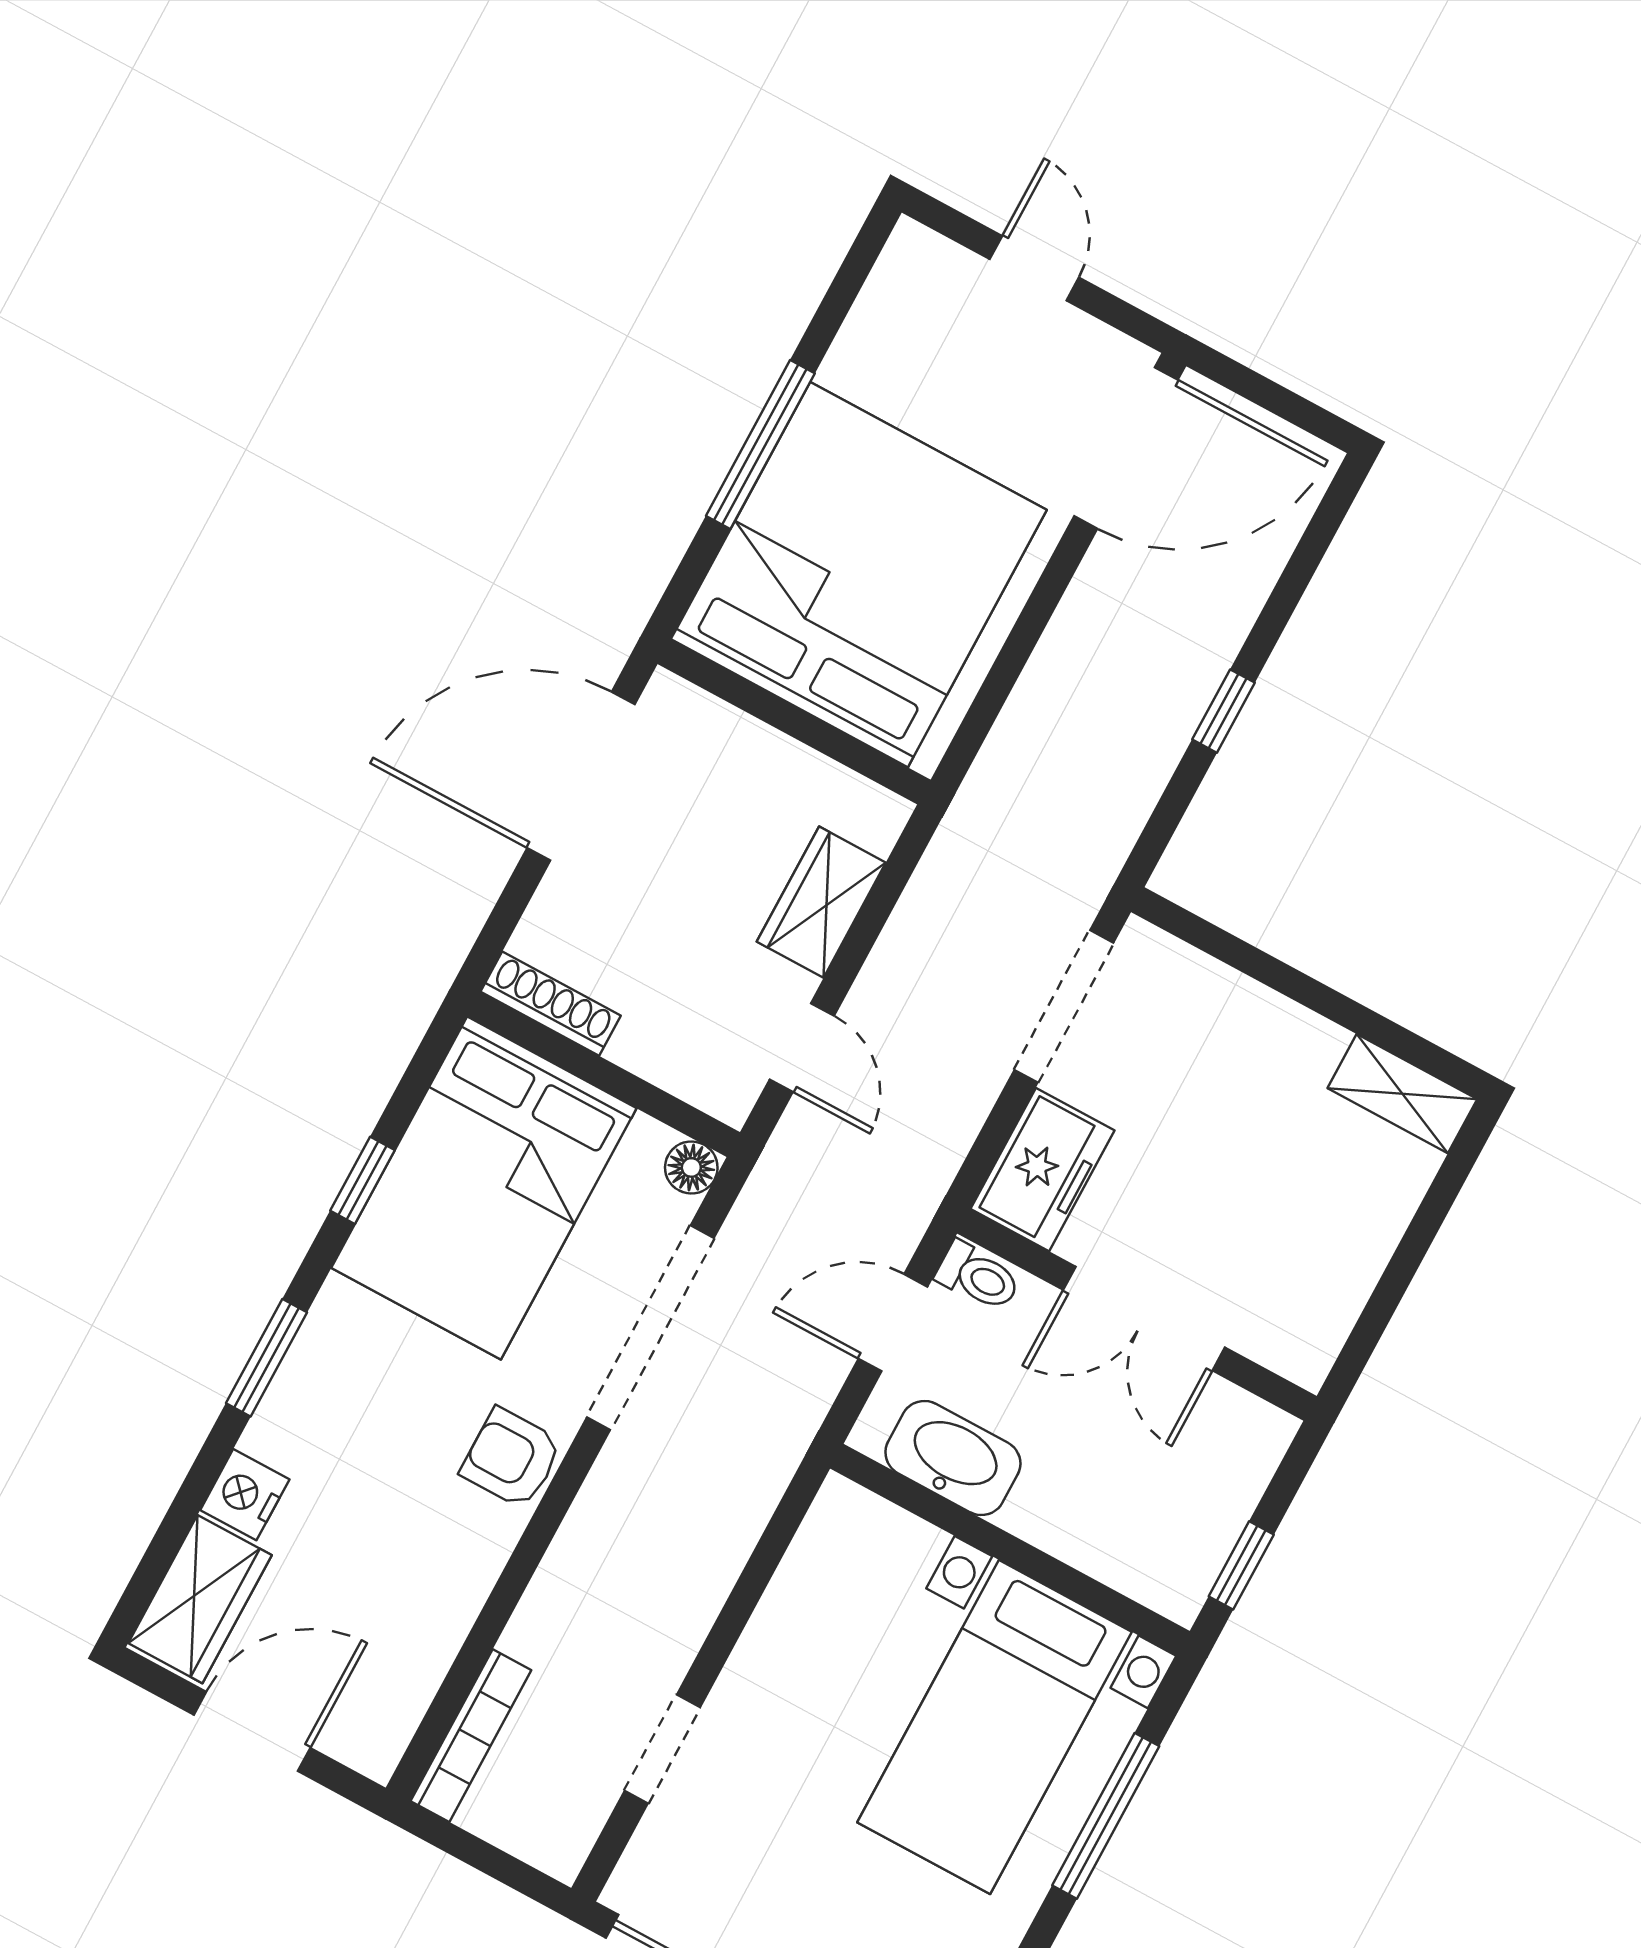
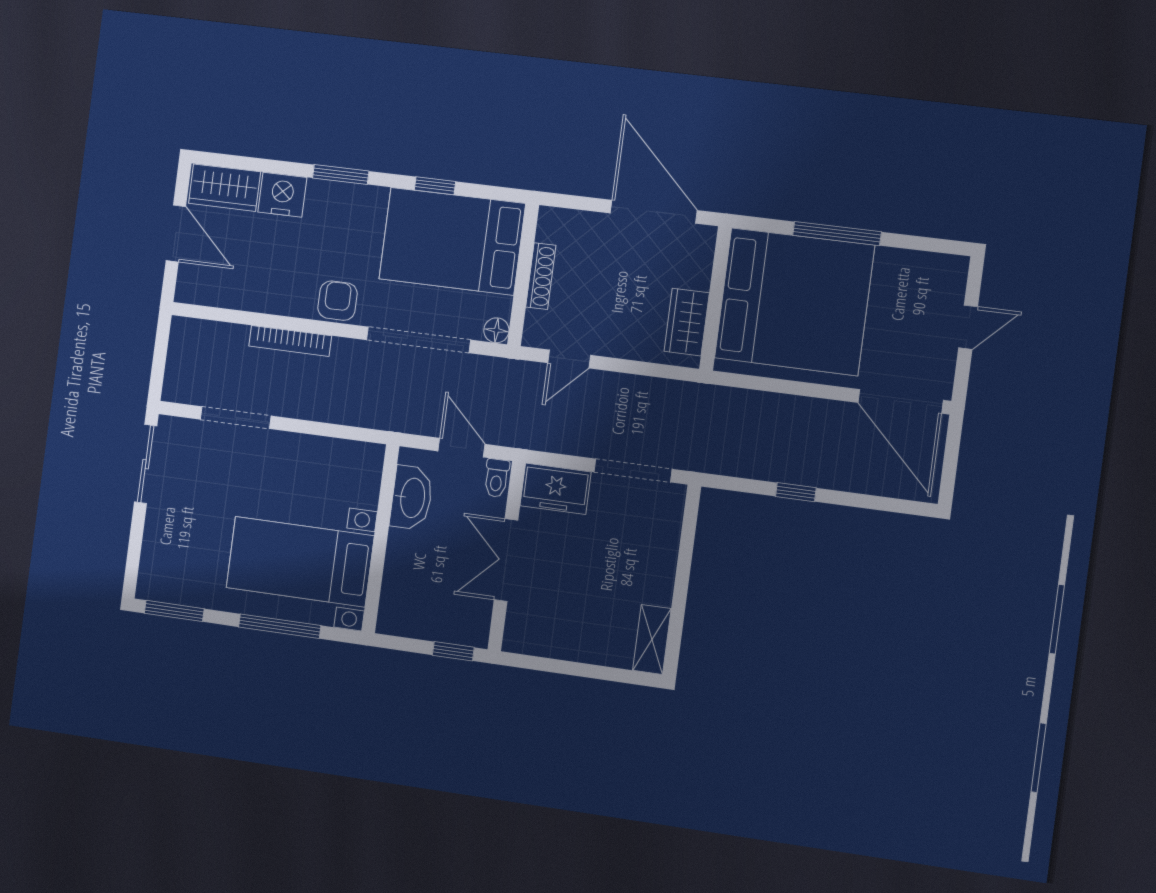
wardrobe: (821, 902) -> (687, 322), moved, turned -90
shoe rack: (551, 1004) -> (541, 276), moved
nightstand: (245, 1495) -> (282, 195), width x1.36, depth x1.33
window: (1241, 1565) -> (453, 651), moved
bookcase: (471, 1736) -> (290, 341), moved
doorway: (662, 1749) -> (236, 418), width x1.38

